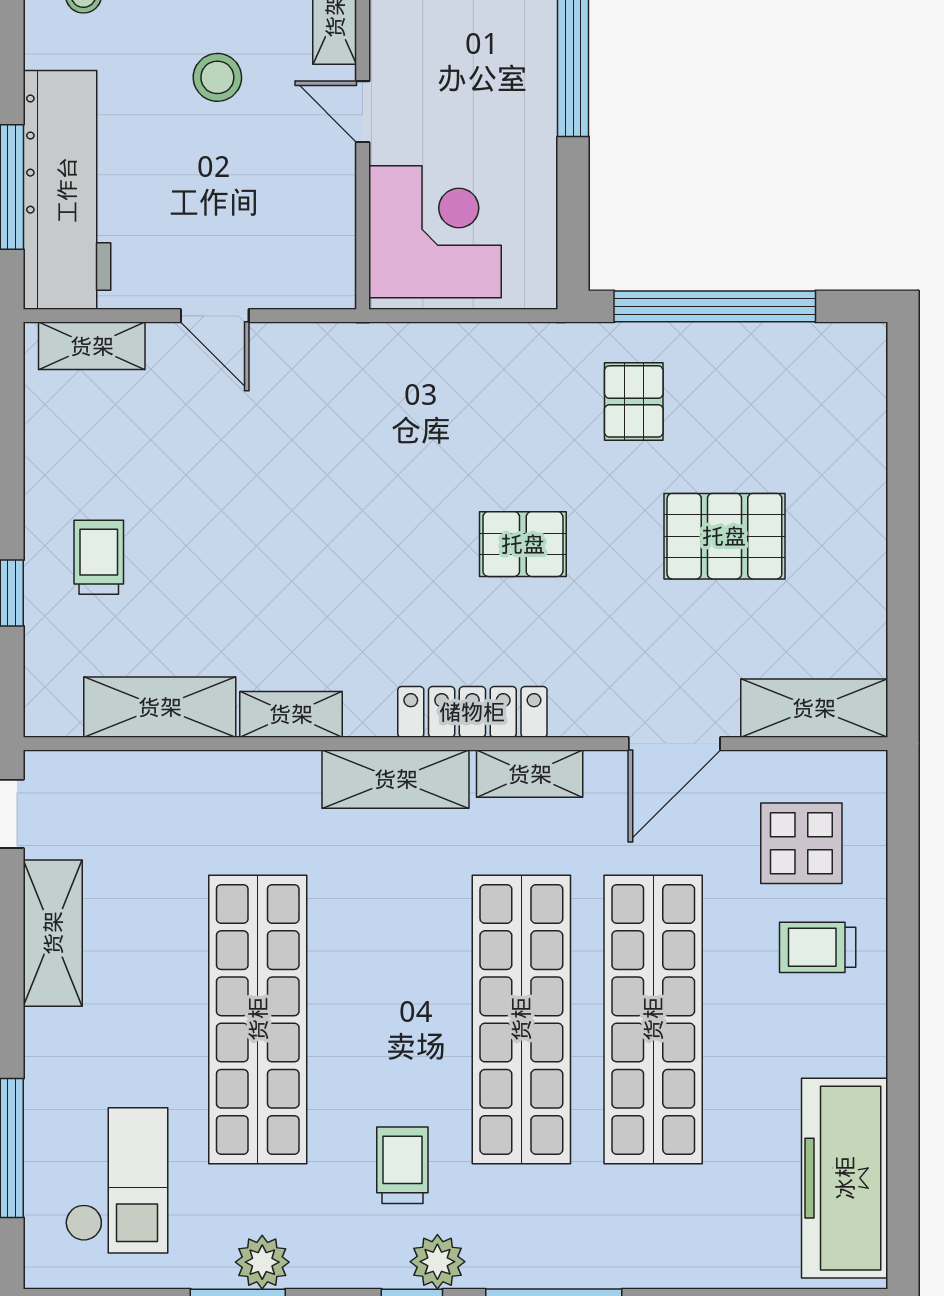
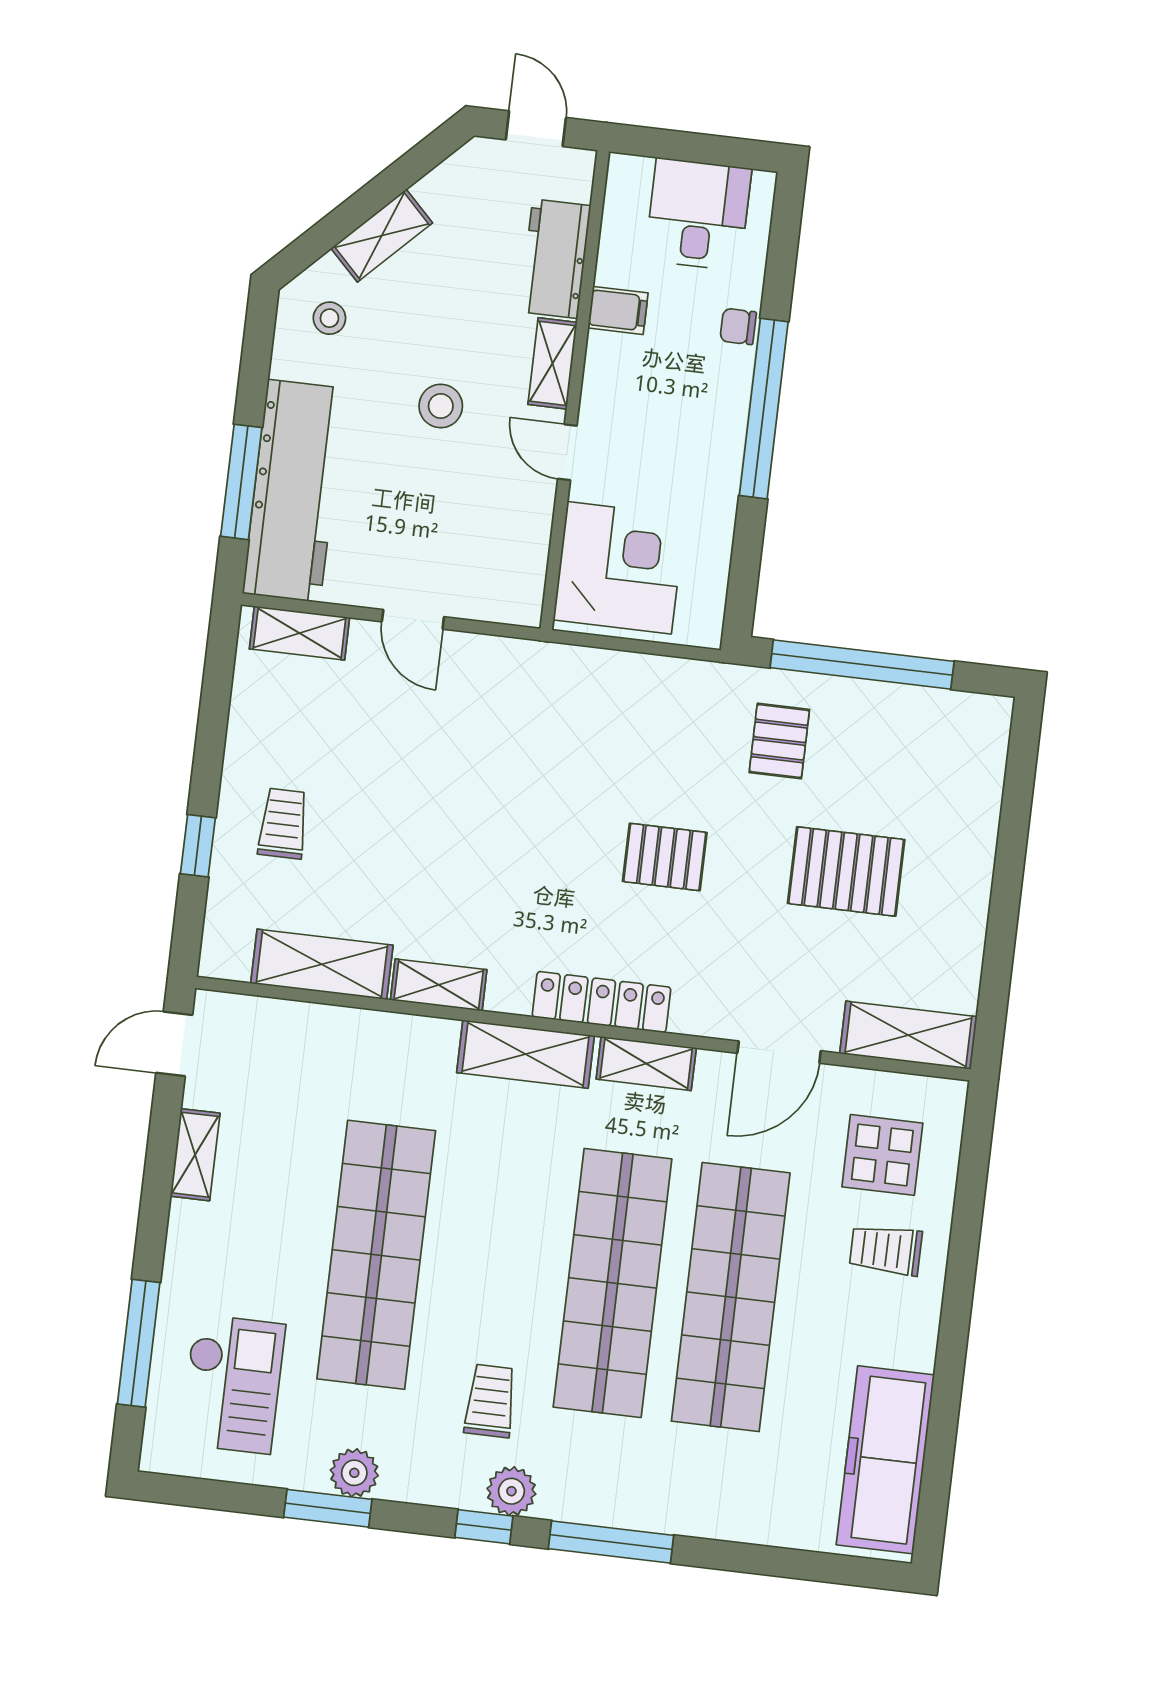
shelving: (53, 933) -> (195, 1155), width x0.67, depth x0.75

